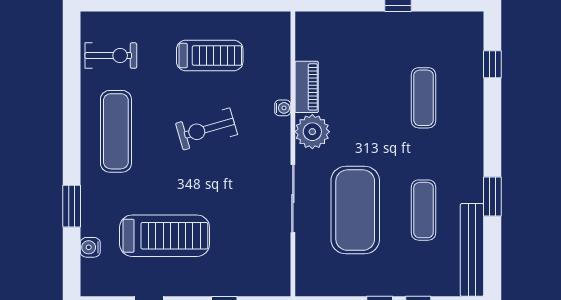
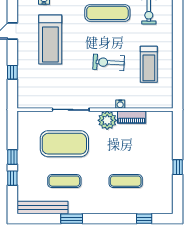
exercise bike: (207, 129) -> (109, 62), turned -71

